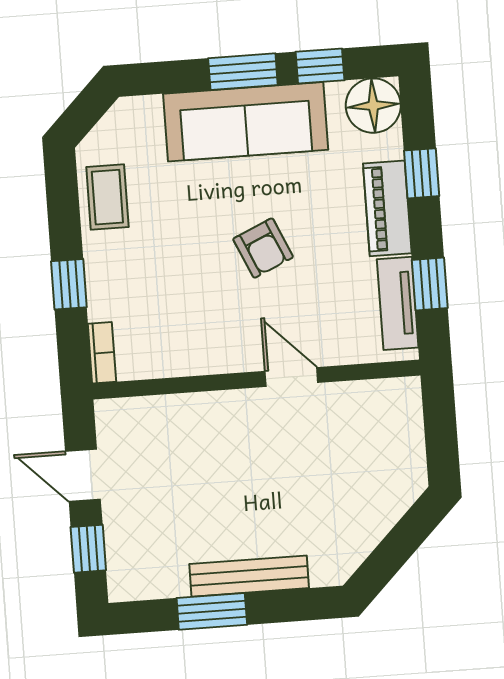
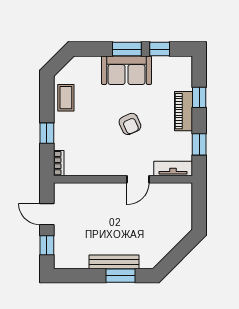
floor lamp: (373, 106) -> (181, 67), removed
sofa: (246, 122) -> (127, 70), width x0.73
tv unit: (398, 303) -> (173, 168), moved, turned 90
door: (291, 377) -> (138, 179), swing flipped
window: (212, 611) -> (120, 276), moved

